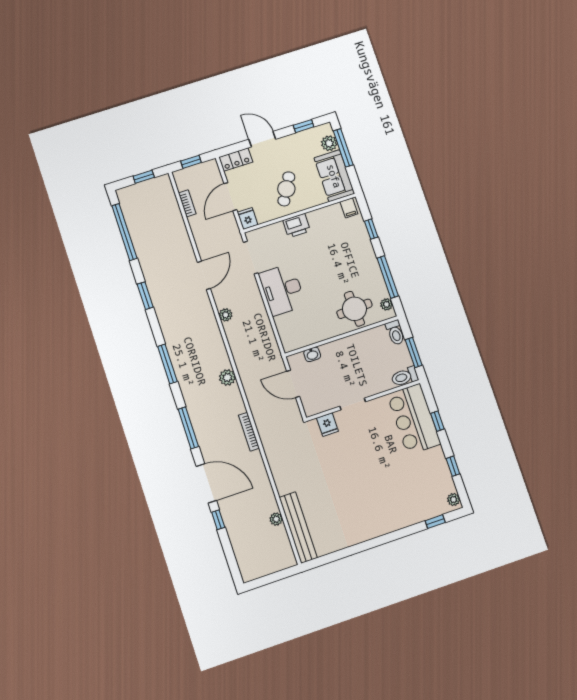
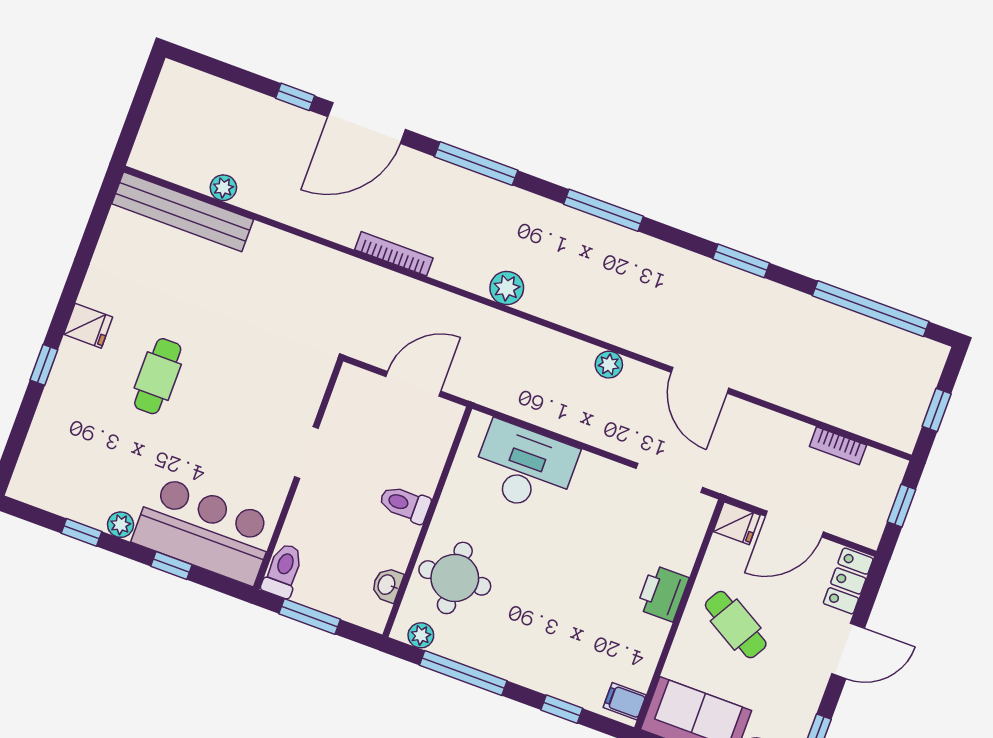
door: (230, 197) -> (794, 524), swing flipped
desk: (282, 290) -> (525, 468), moved
toilet: (395, 333) -> (405, 504), moved
washbasin: (312, 354) -> (387, 585), moved
fridge: (327, 425) -> (88, 326), moved, turned 180
cafe table: (369, 485) -> (158, 376), added
plant: (454, 499) -> (121, 525), moved
window: (435, 522) -> (44, 365), moved

